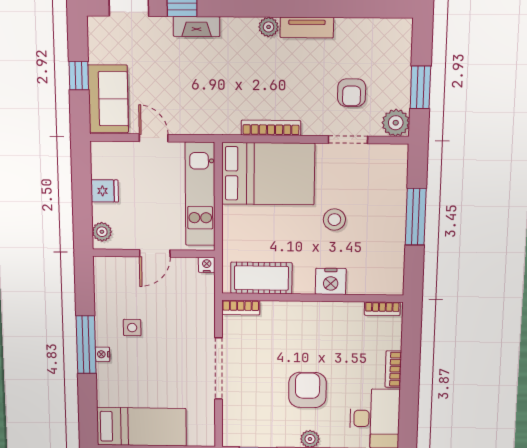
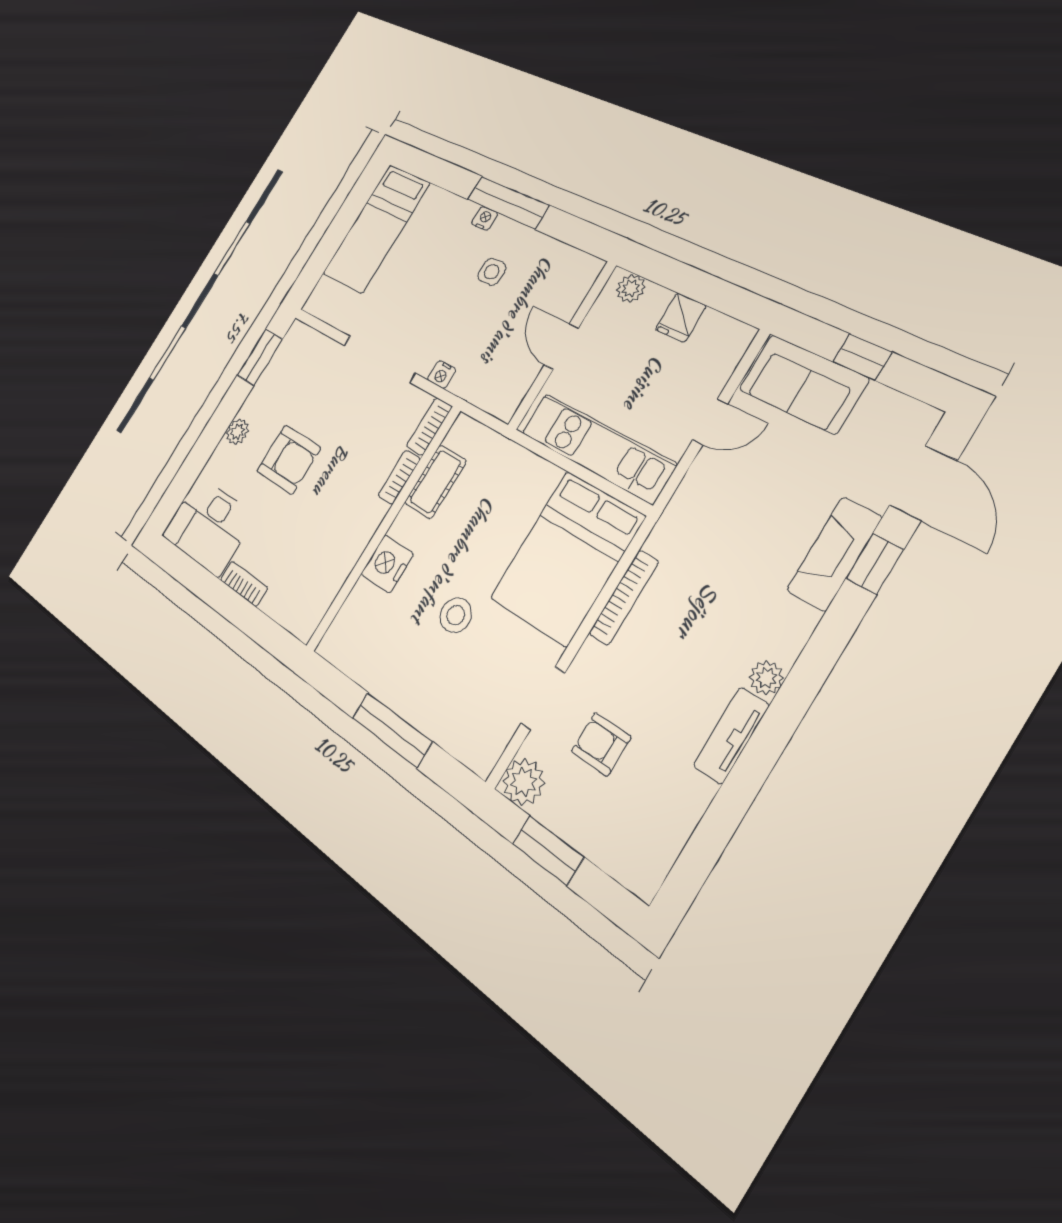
fireplace: (197, 26) -> (834, 554), width x1.37, depth x1.32
nightstand: (207, 265) -> (442, 375), moved, turned 90
cot: (261, 278) -> (435, 482), width x0.73, depth x0.75
bookcase: (382, 309) -> (399, 477), moved

